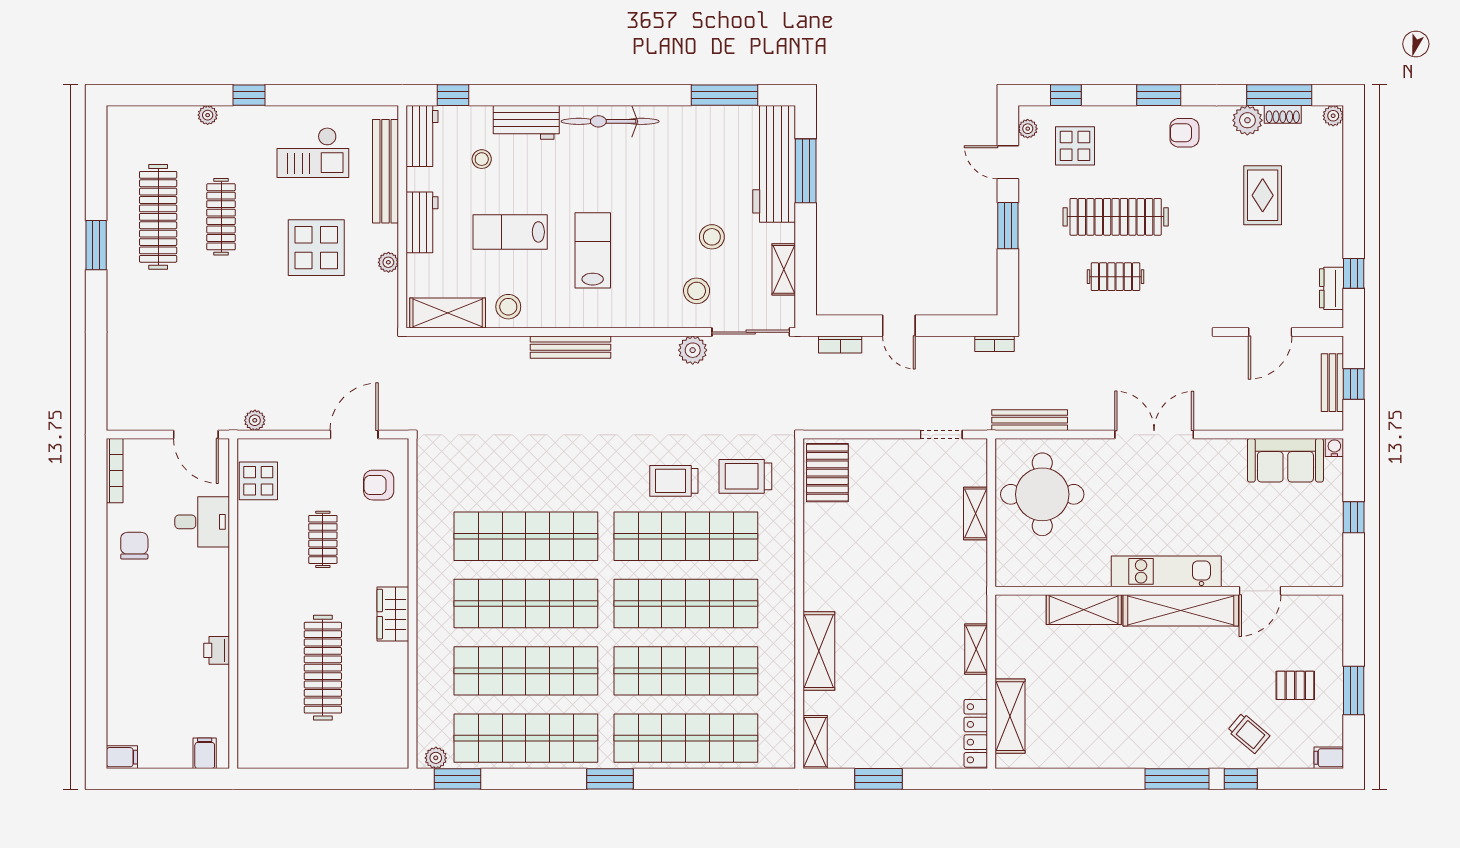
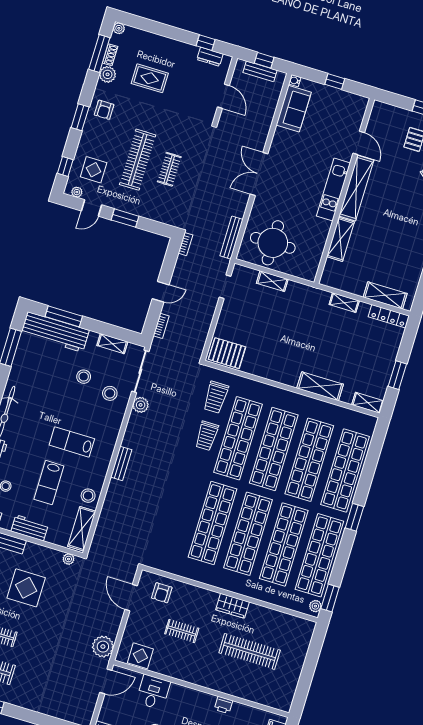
plant: (388, 262) -> (69, 559), moved
bench: (571, 347) -> (121, 463), width x0.73
plant: (255, 420) -> (103, 647), width x1.87, depth x1.87

